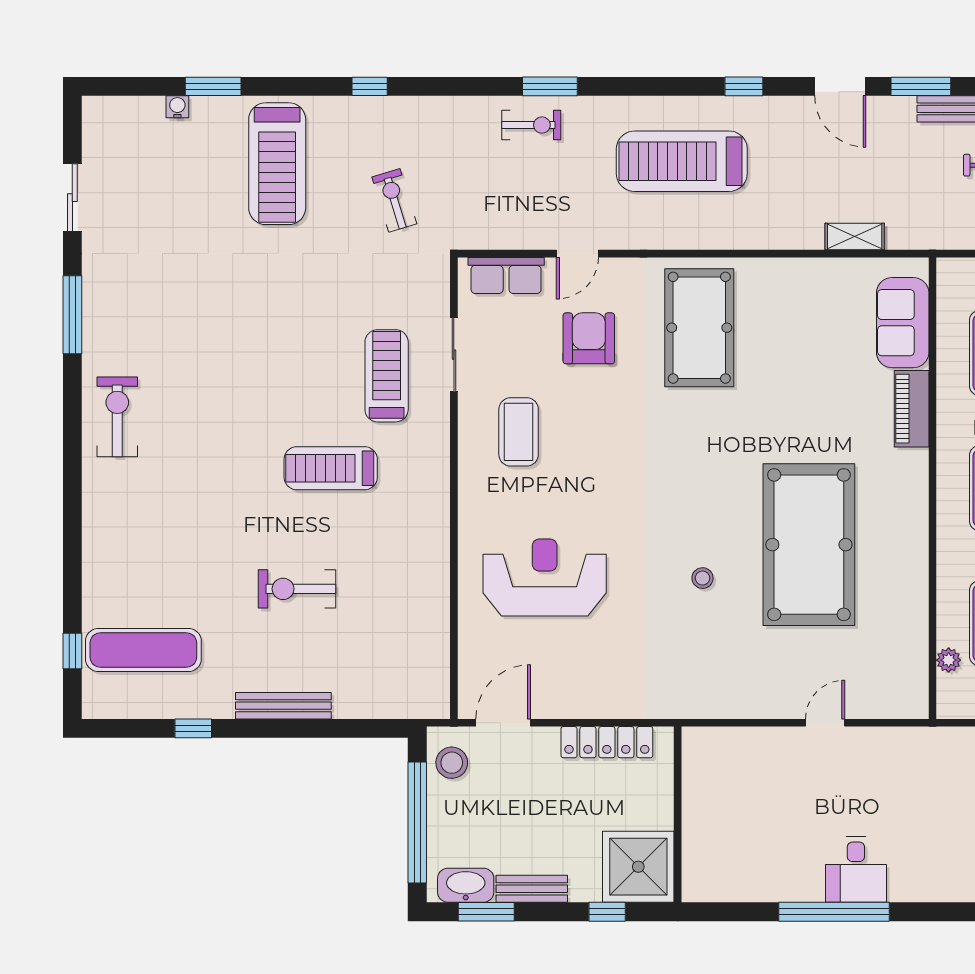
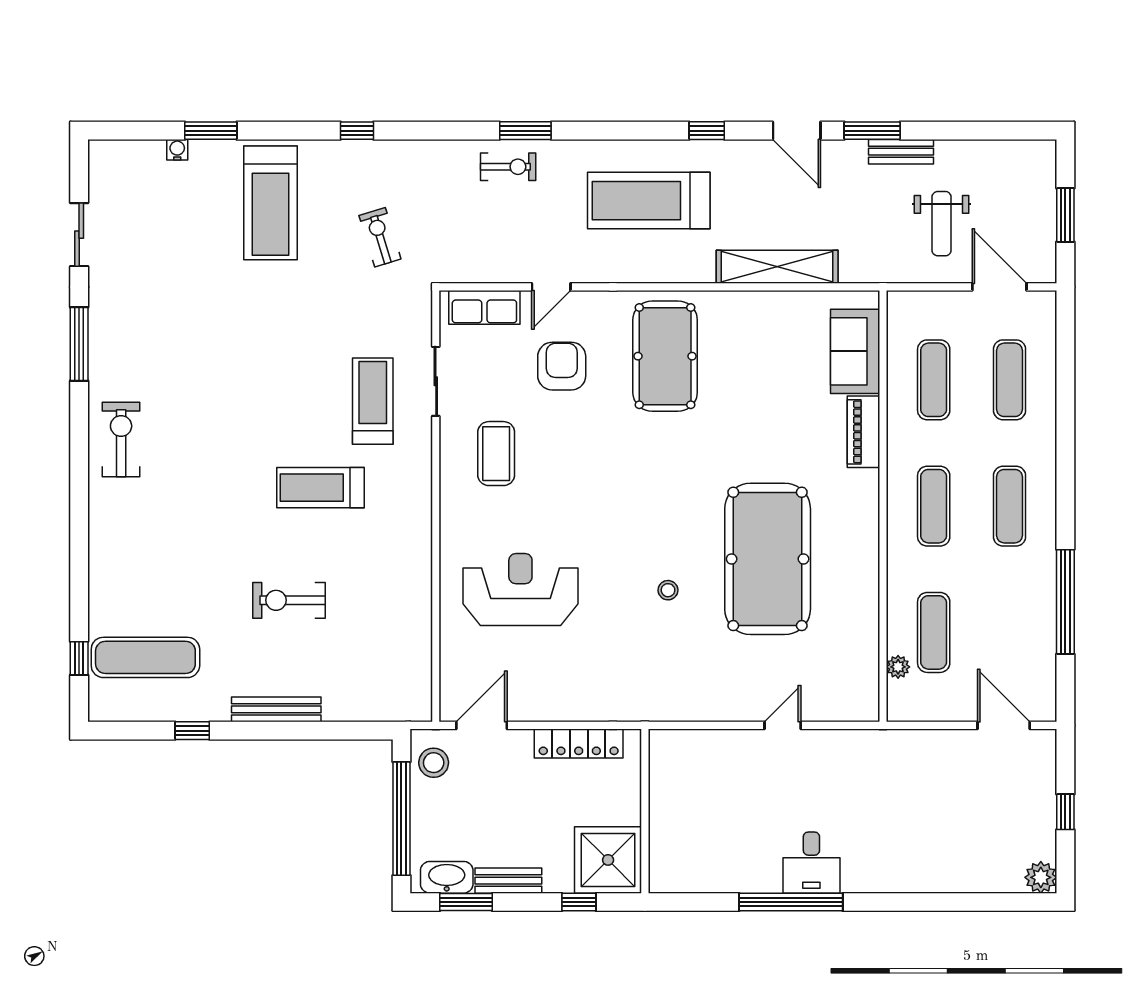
shelving: (855, 237) -> (777, 267), width x2.20, depth x1.33

